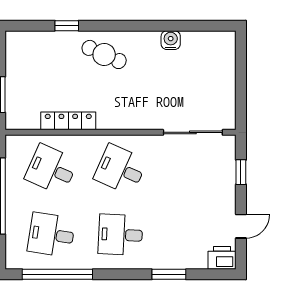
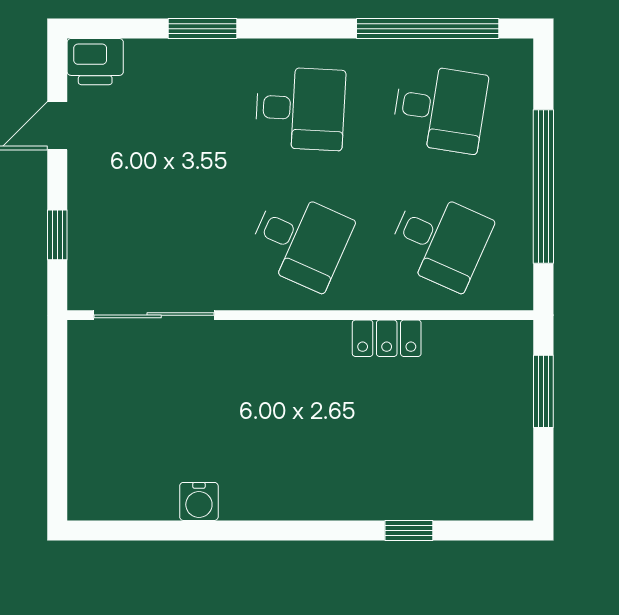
cafe table: (104, 54) -> (333, 472), removed
locker: (68, 121) -> (387, 338), width x0.66

